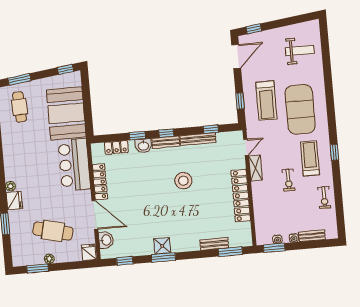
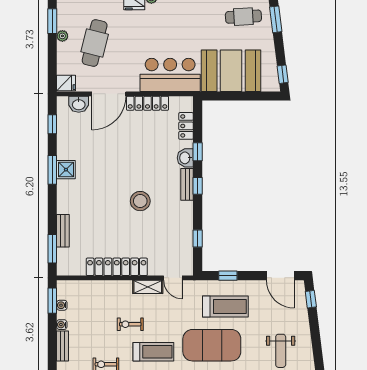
treadmill: (266, 101) -> (225, 306), turned 180
bench: (198, 139) -> (187, 222), removed

